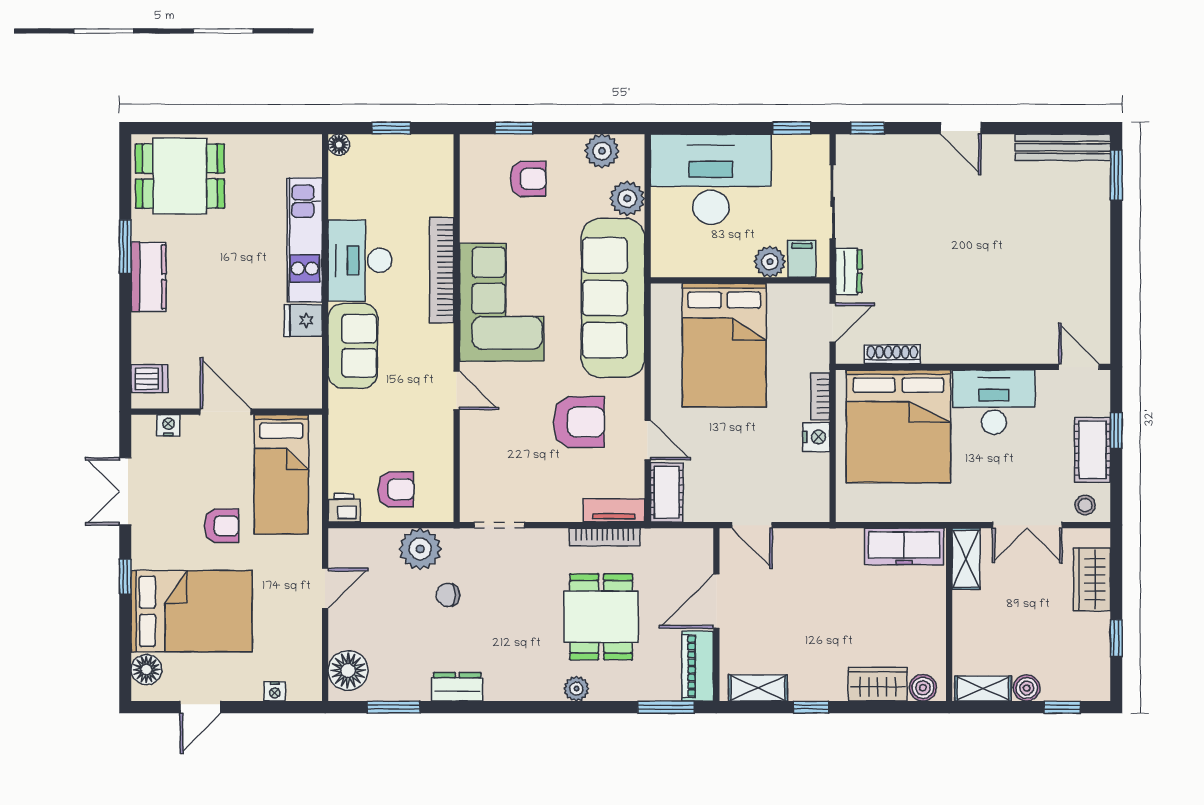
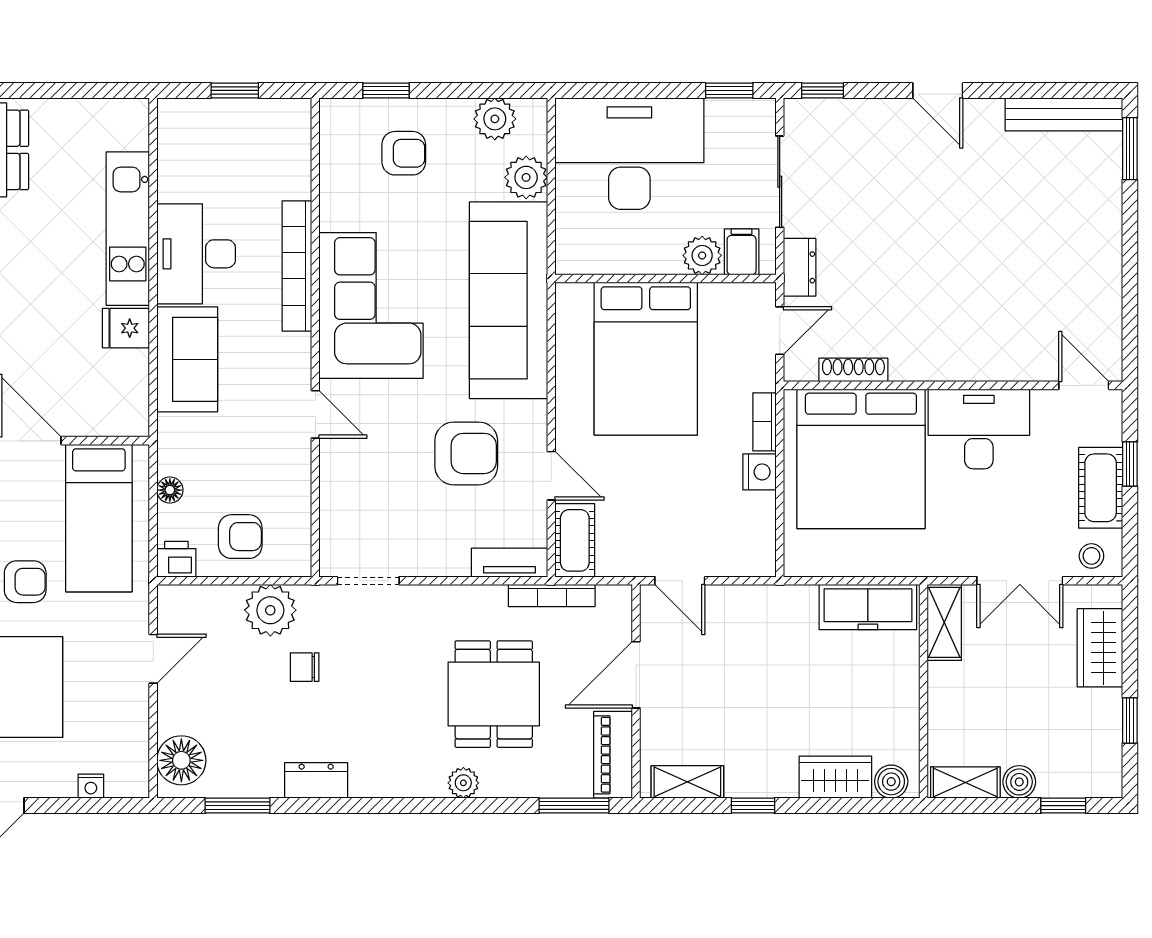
floor lamp: (339, 145) -> (170, 490), moved
bookcase: (605, 537) -> (552, 596), moved

